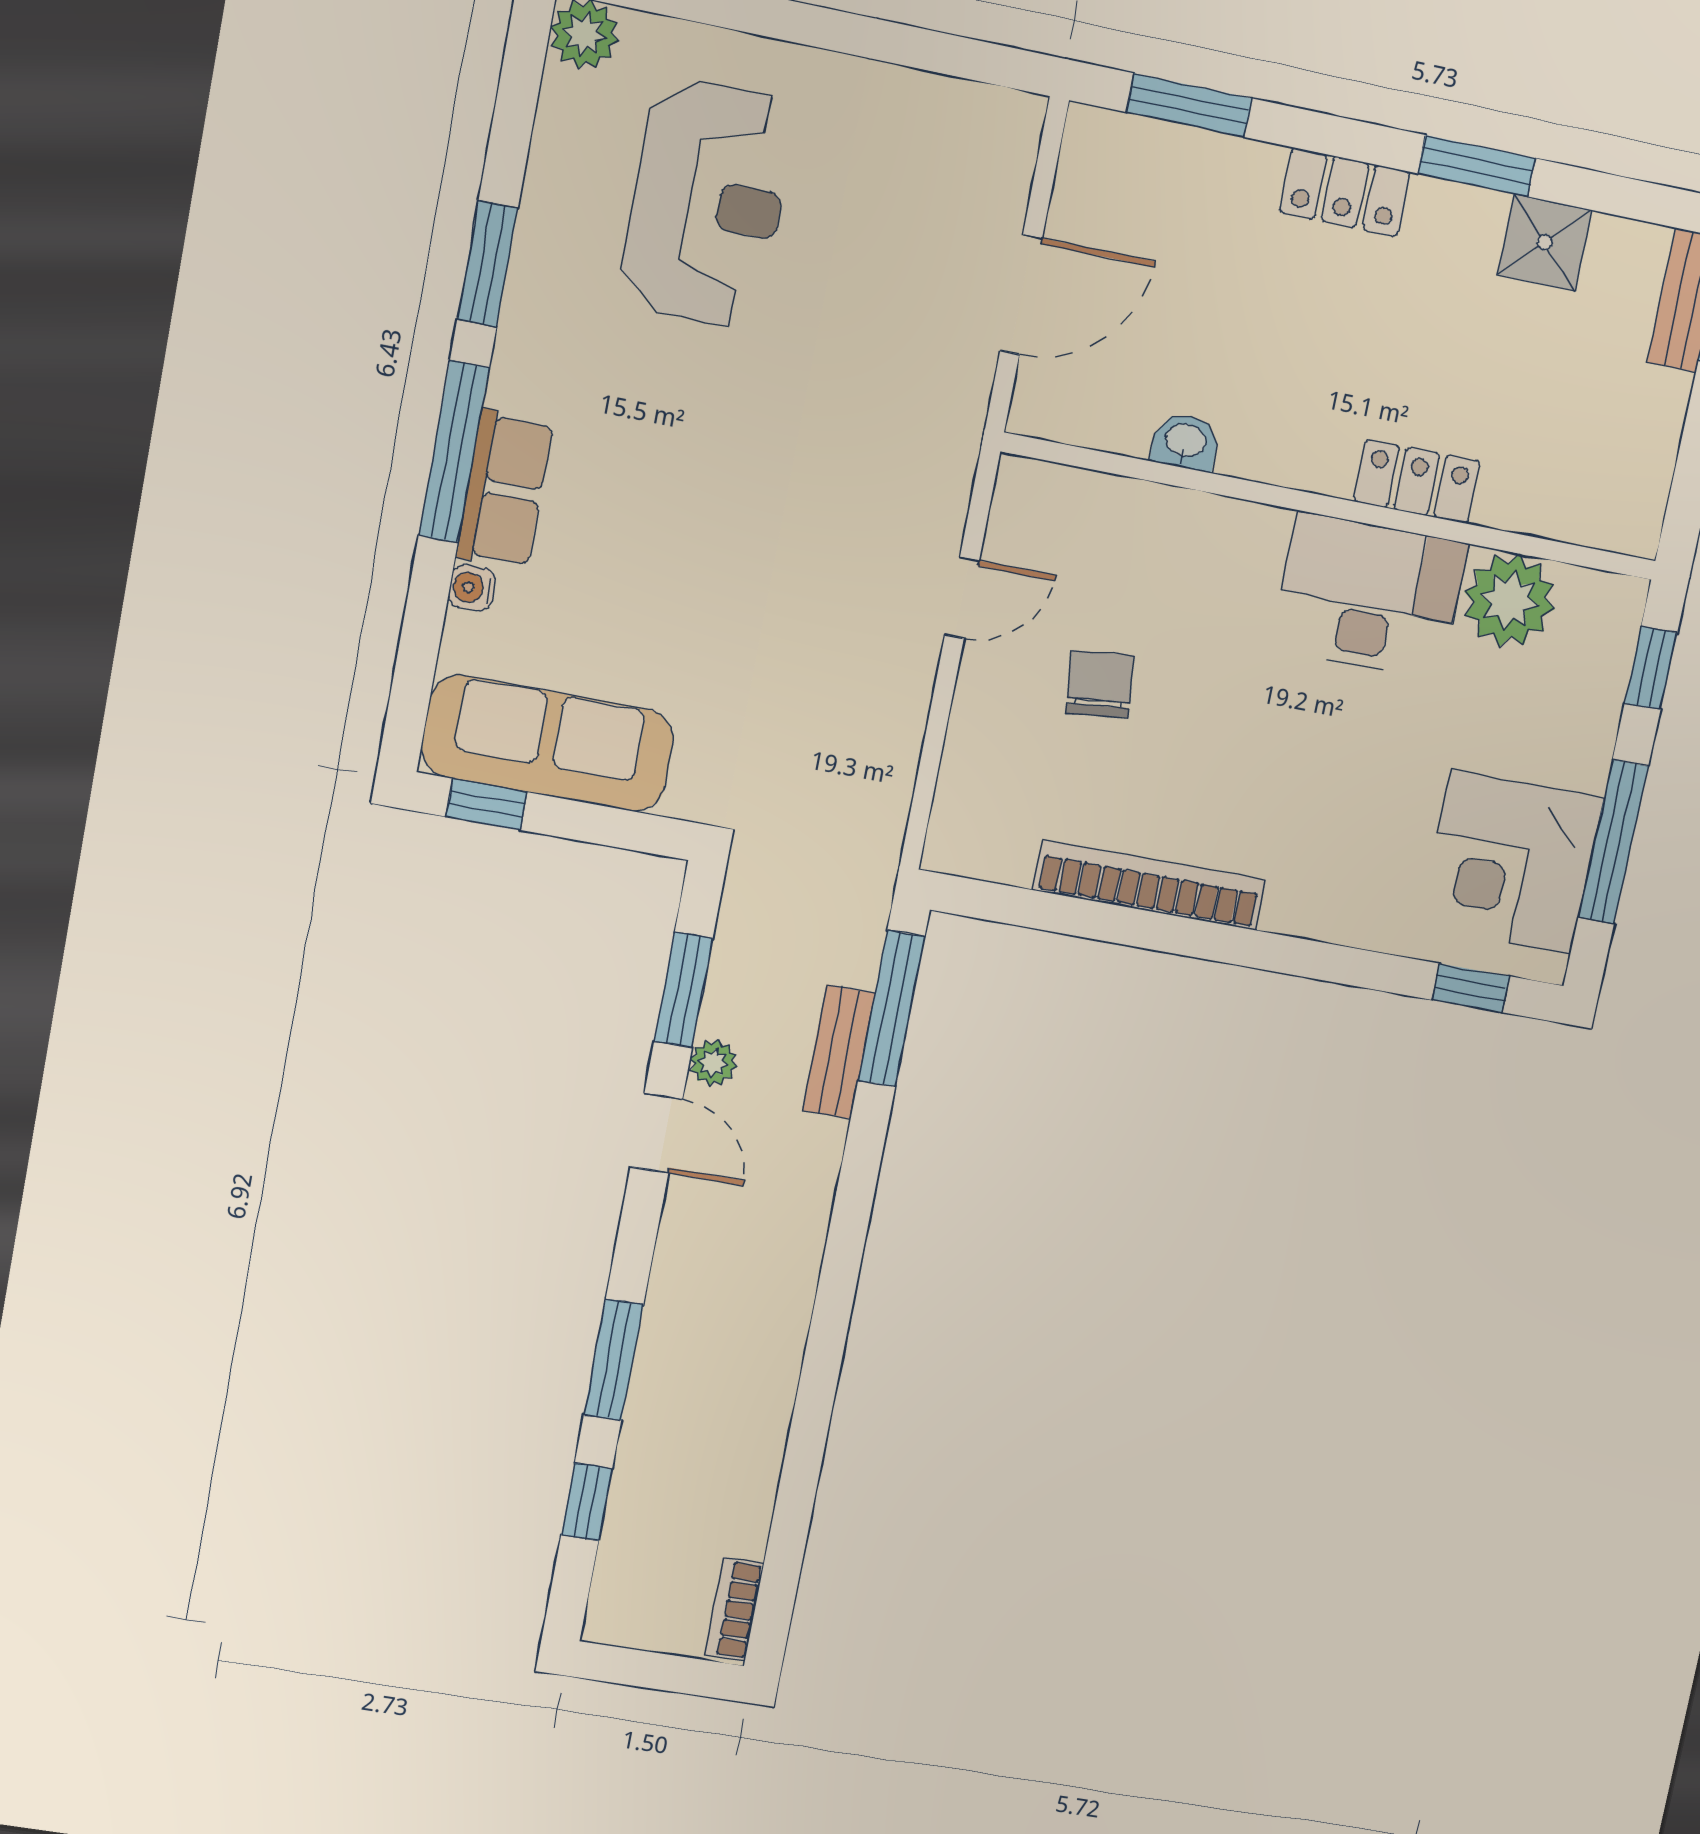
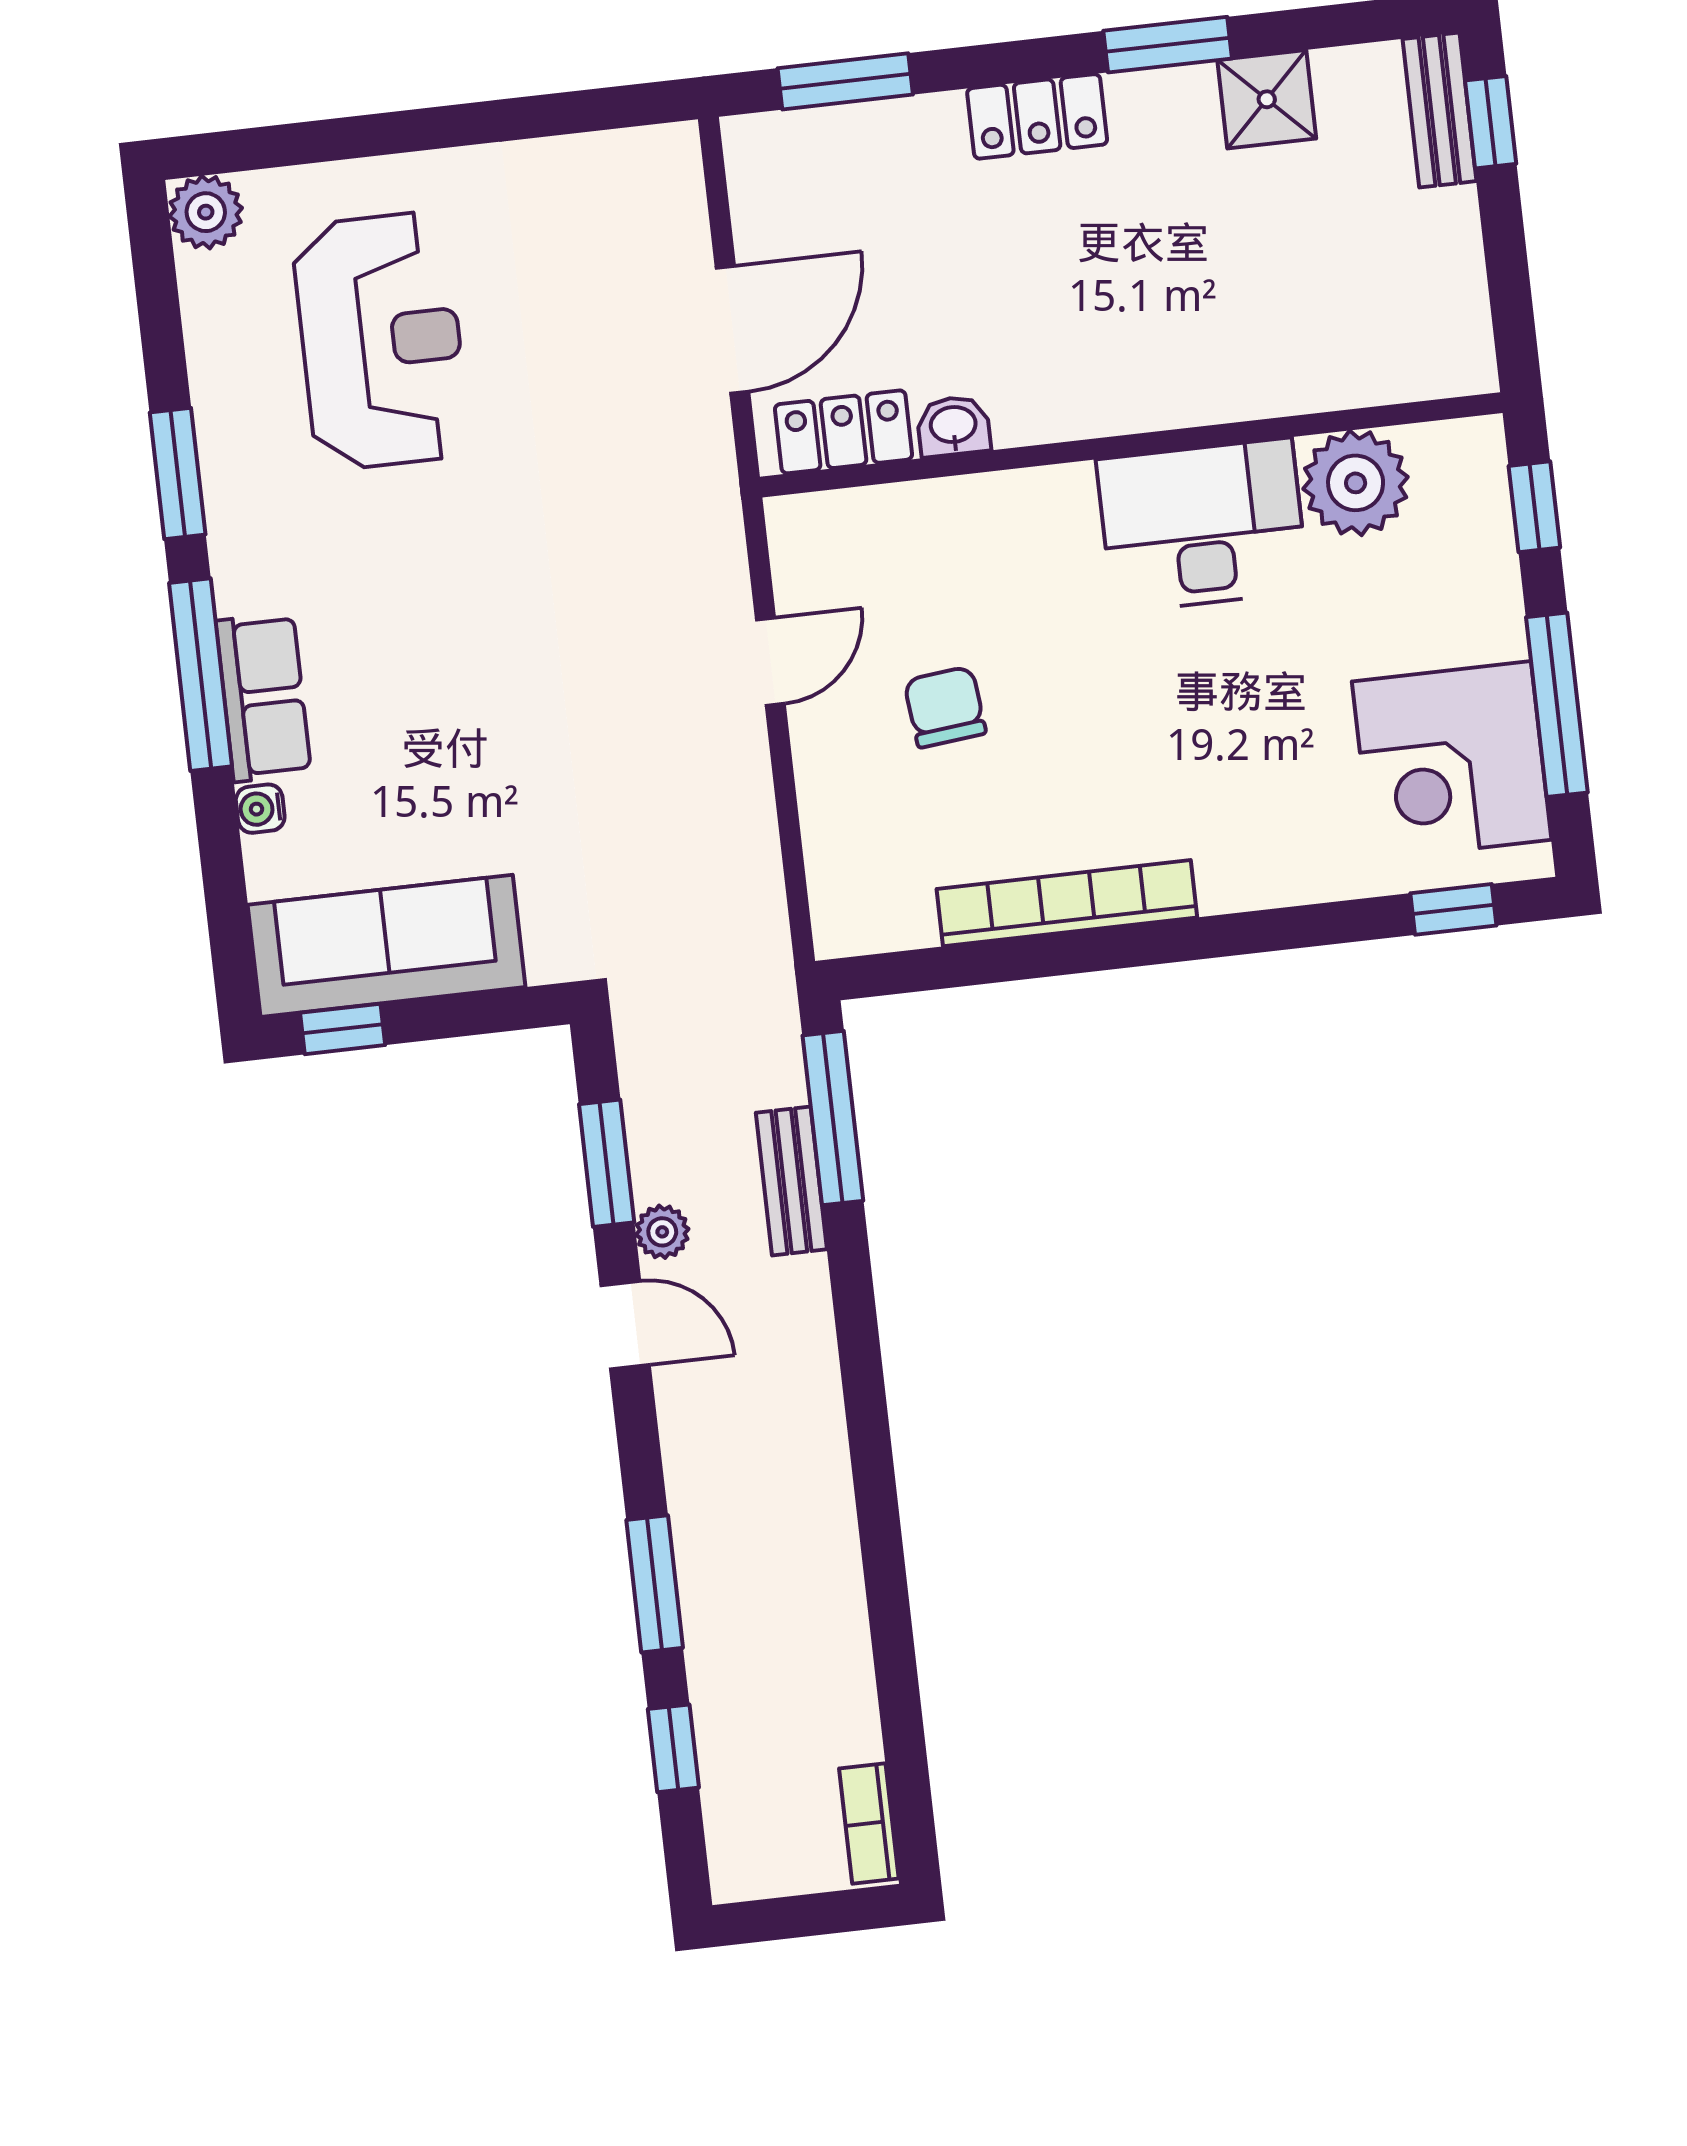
locker: (1417, 481) -> (844, 432), moved

